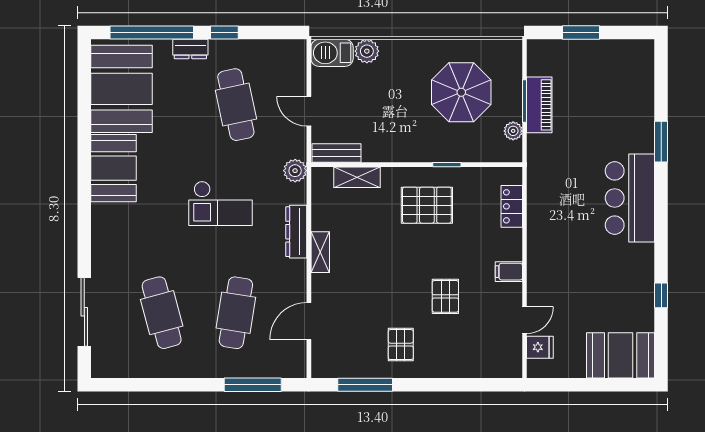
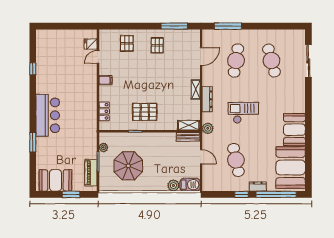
piano: (539, 105) -> (91, 173), moved
shelving: (357, 177) -> (189, 125), moved
pallet: (445, 296) -> (127, 43), moved
booth: (621, 355) -> (55, 180), moved

